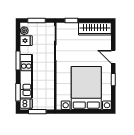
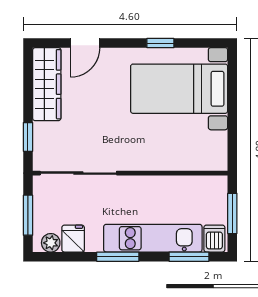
door: (113, 57) -> (85, 43), moved
bed with nightstands: (86, 88) -> (179, 89), width x0.73

